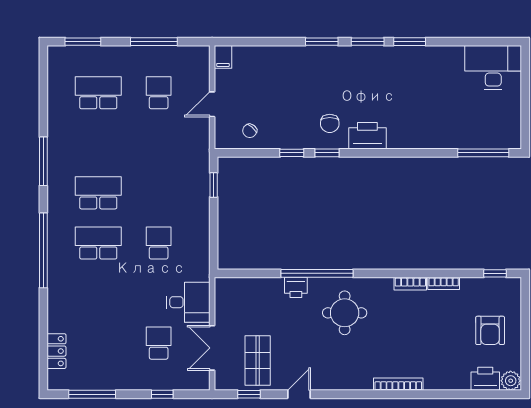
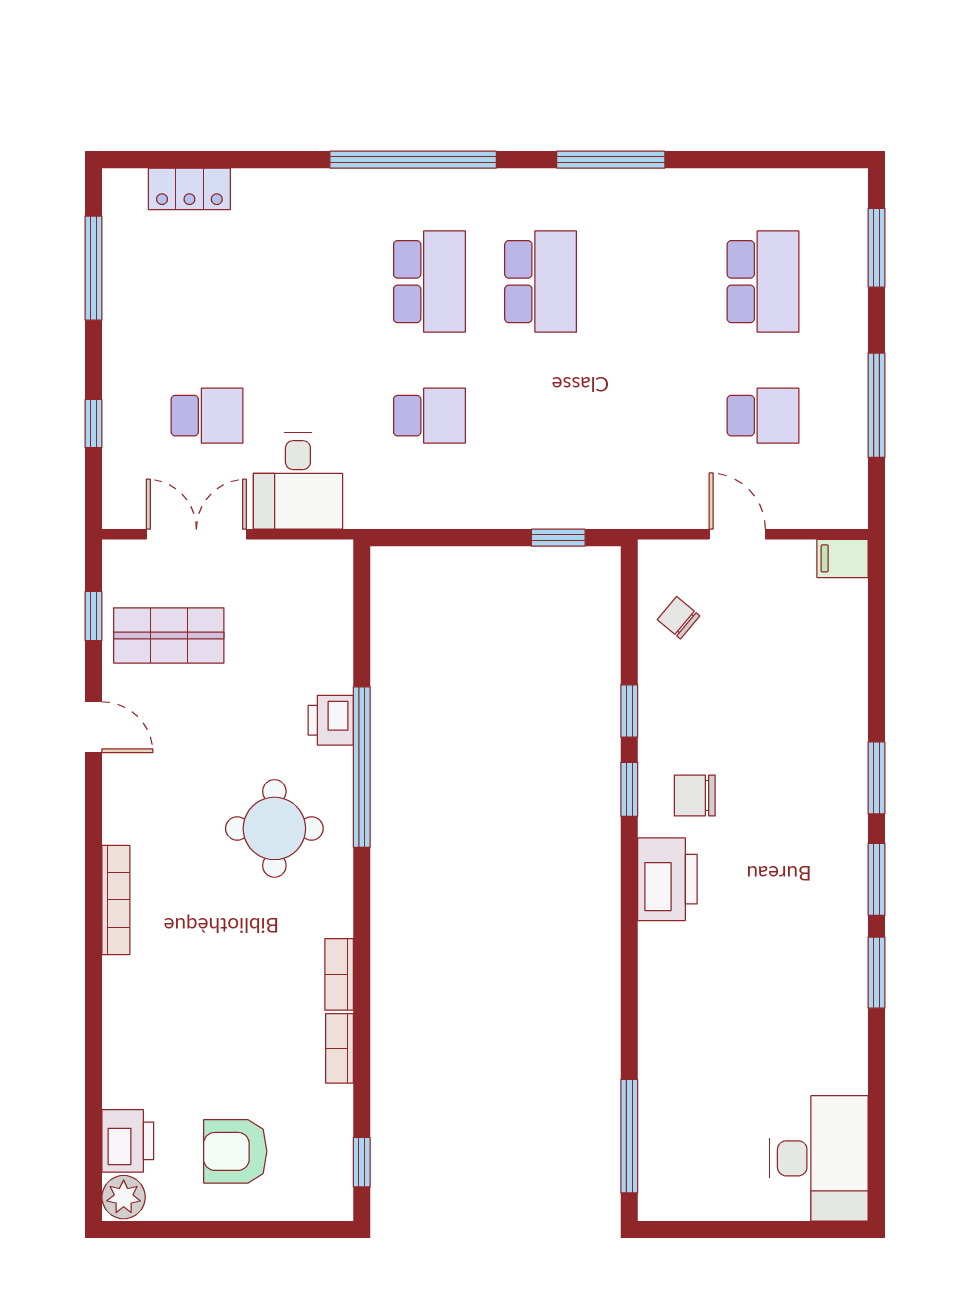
bookcase: (398, 384) -> (116, 900), moved

